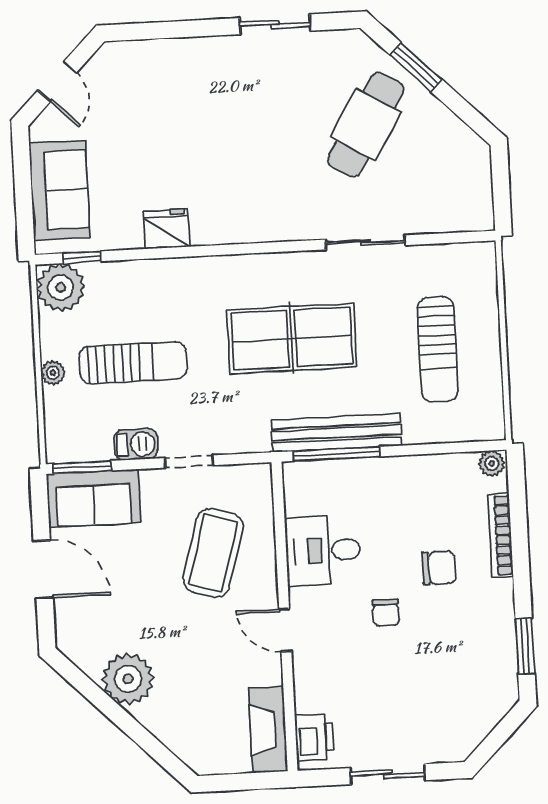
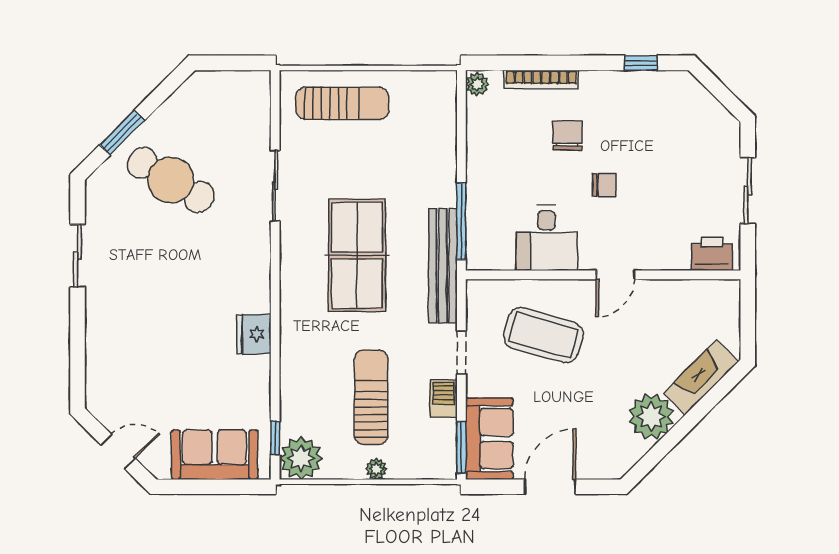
fridge: (167, 229) -> (254, 334), moved
sun lounger: (438, 349) -> (342, 103), moved
bench: (337, 433) -> (443, 266), moved
window: (525, 646) -> (641, 63), width x0.67
fireplace: (268, 730) -> (701, 377), moved, turned 135

